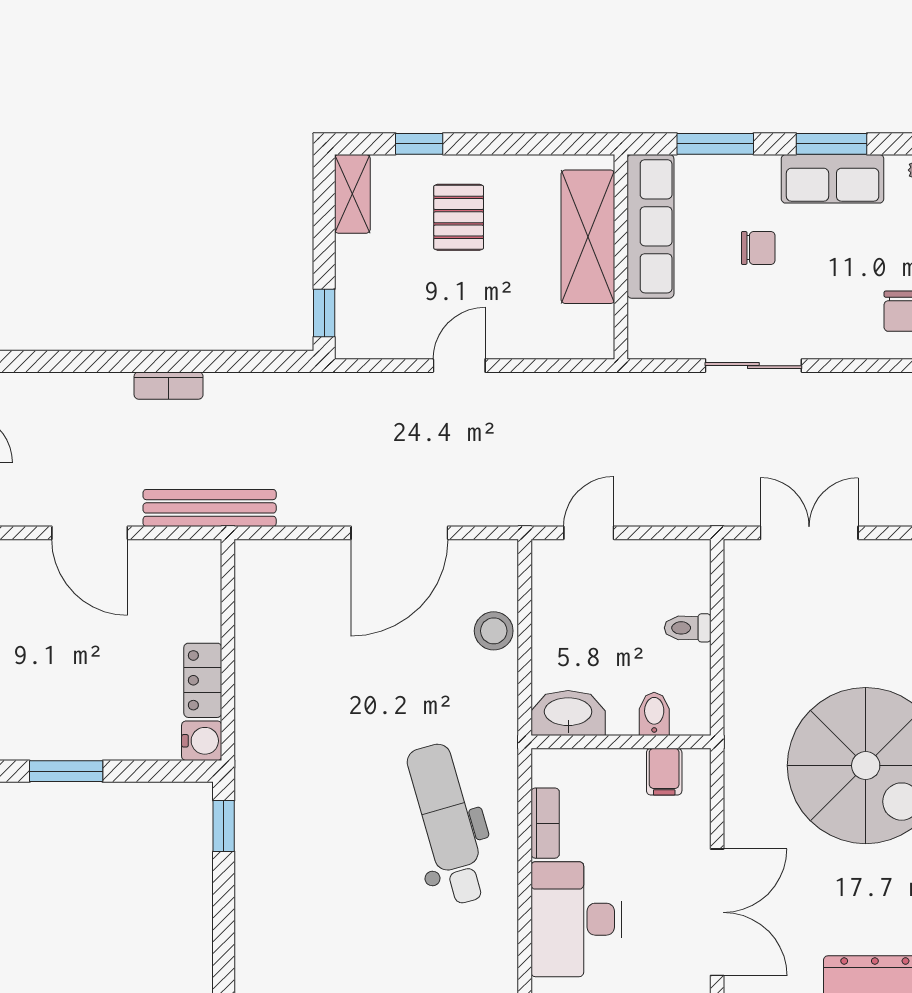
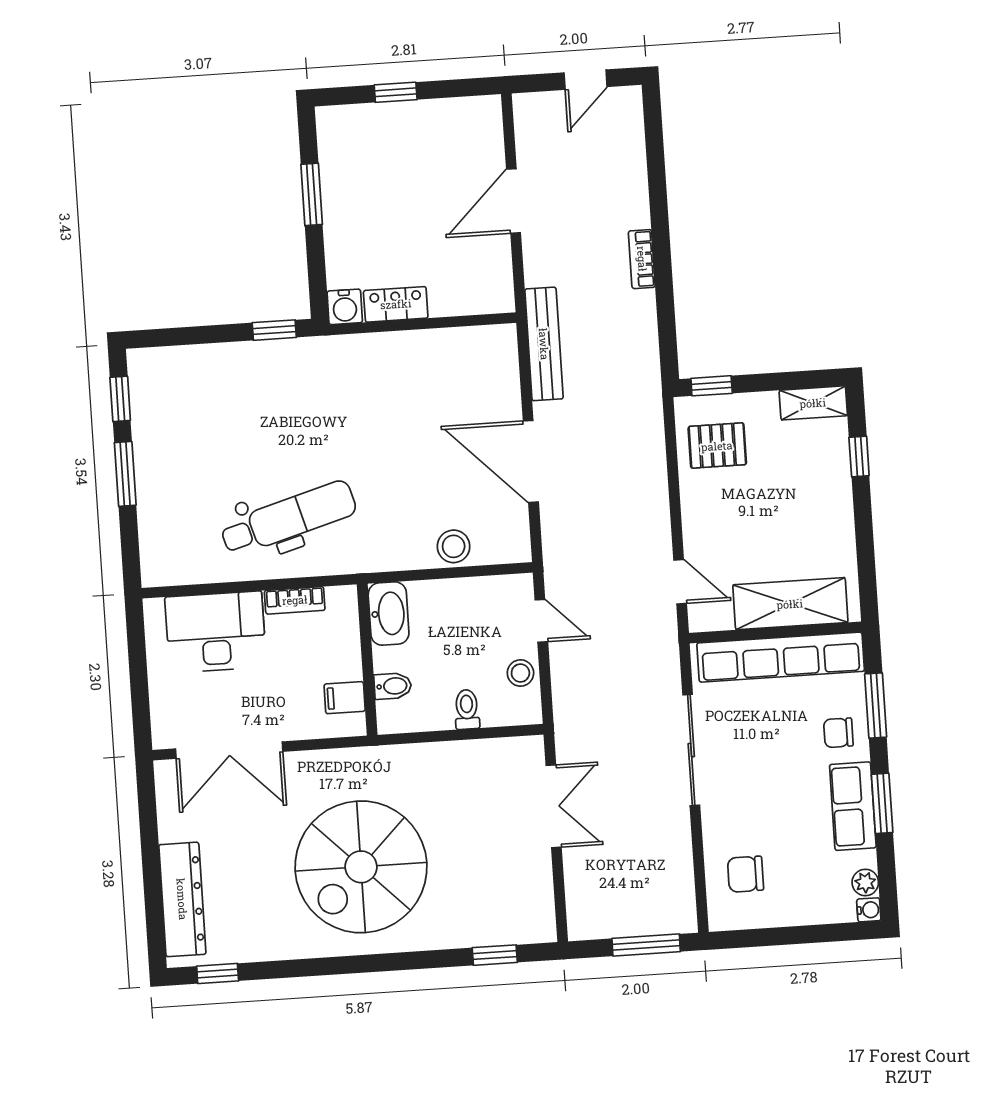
pallet: (459, 217) -> (717, 446), moved
row of seats: (651, 226) -> (781, 657), width x1.36
chair: (758, 248) -> (838, 733), moved, turned 90
door: (459, 366) -> (680, 582), moved
sliding door: (753, 366) -> (691, 750), width x1.37
bench: (210, 508) -> (544, 344), moved
stool: (649, 562) -> (520, 673), added

